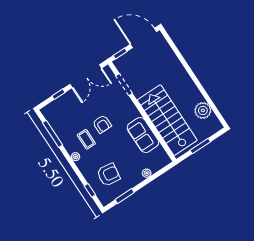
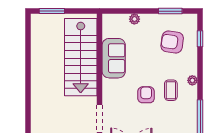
plant: (203, 110) -> (40, 44), removed
window: (200, 146) -> (52, 11), moved

